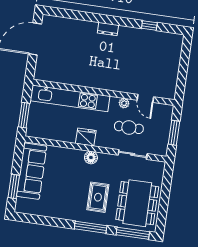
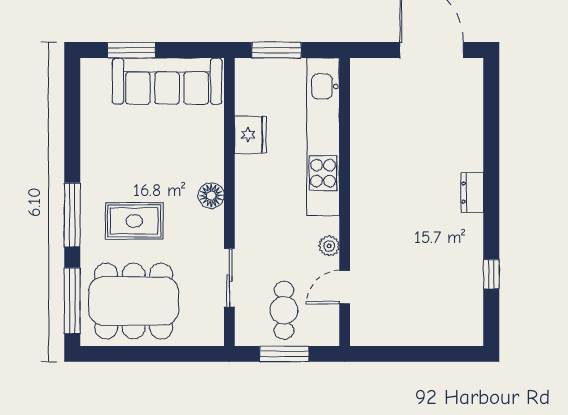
cafe table: (129, 127) -> (284, 310), moved
fridge: (86, 137) -> (251, 135), moved

